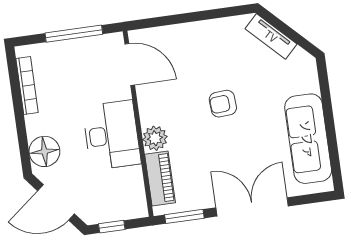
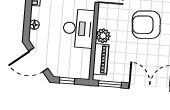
armchair: (223, 104) -> (146, 25), width x1.88, depth x1.88
floor lamp: (44, 151) -> (34, 25), width x0.53, depth x0.53

